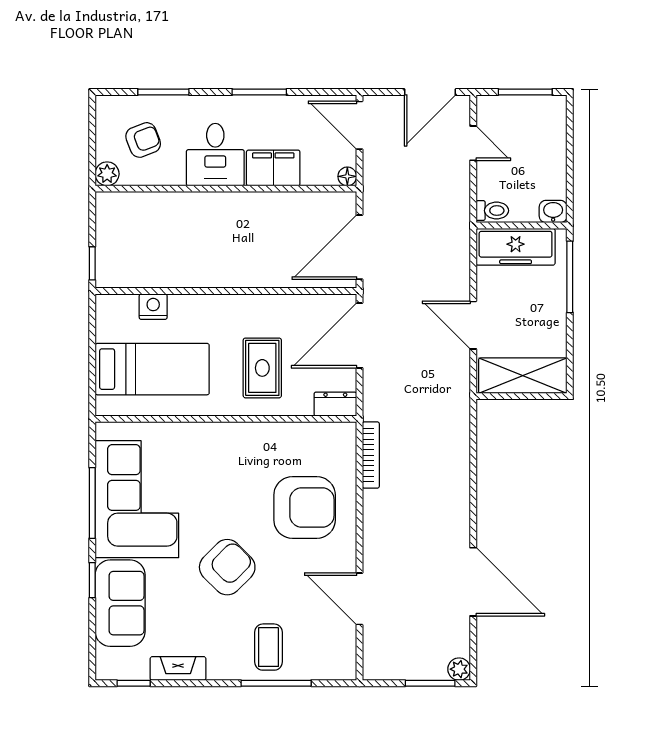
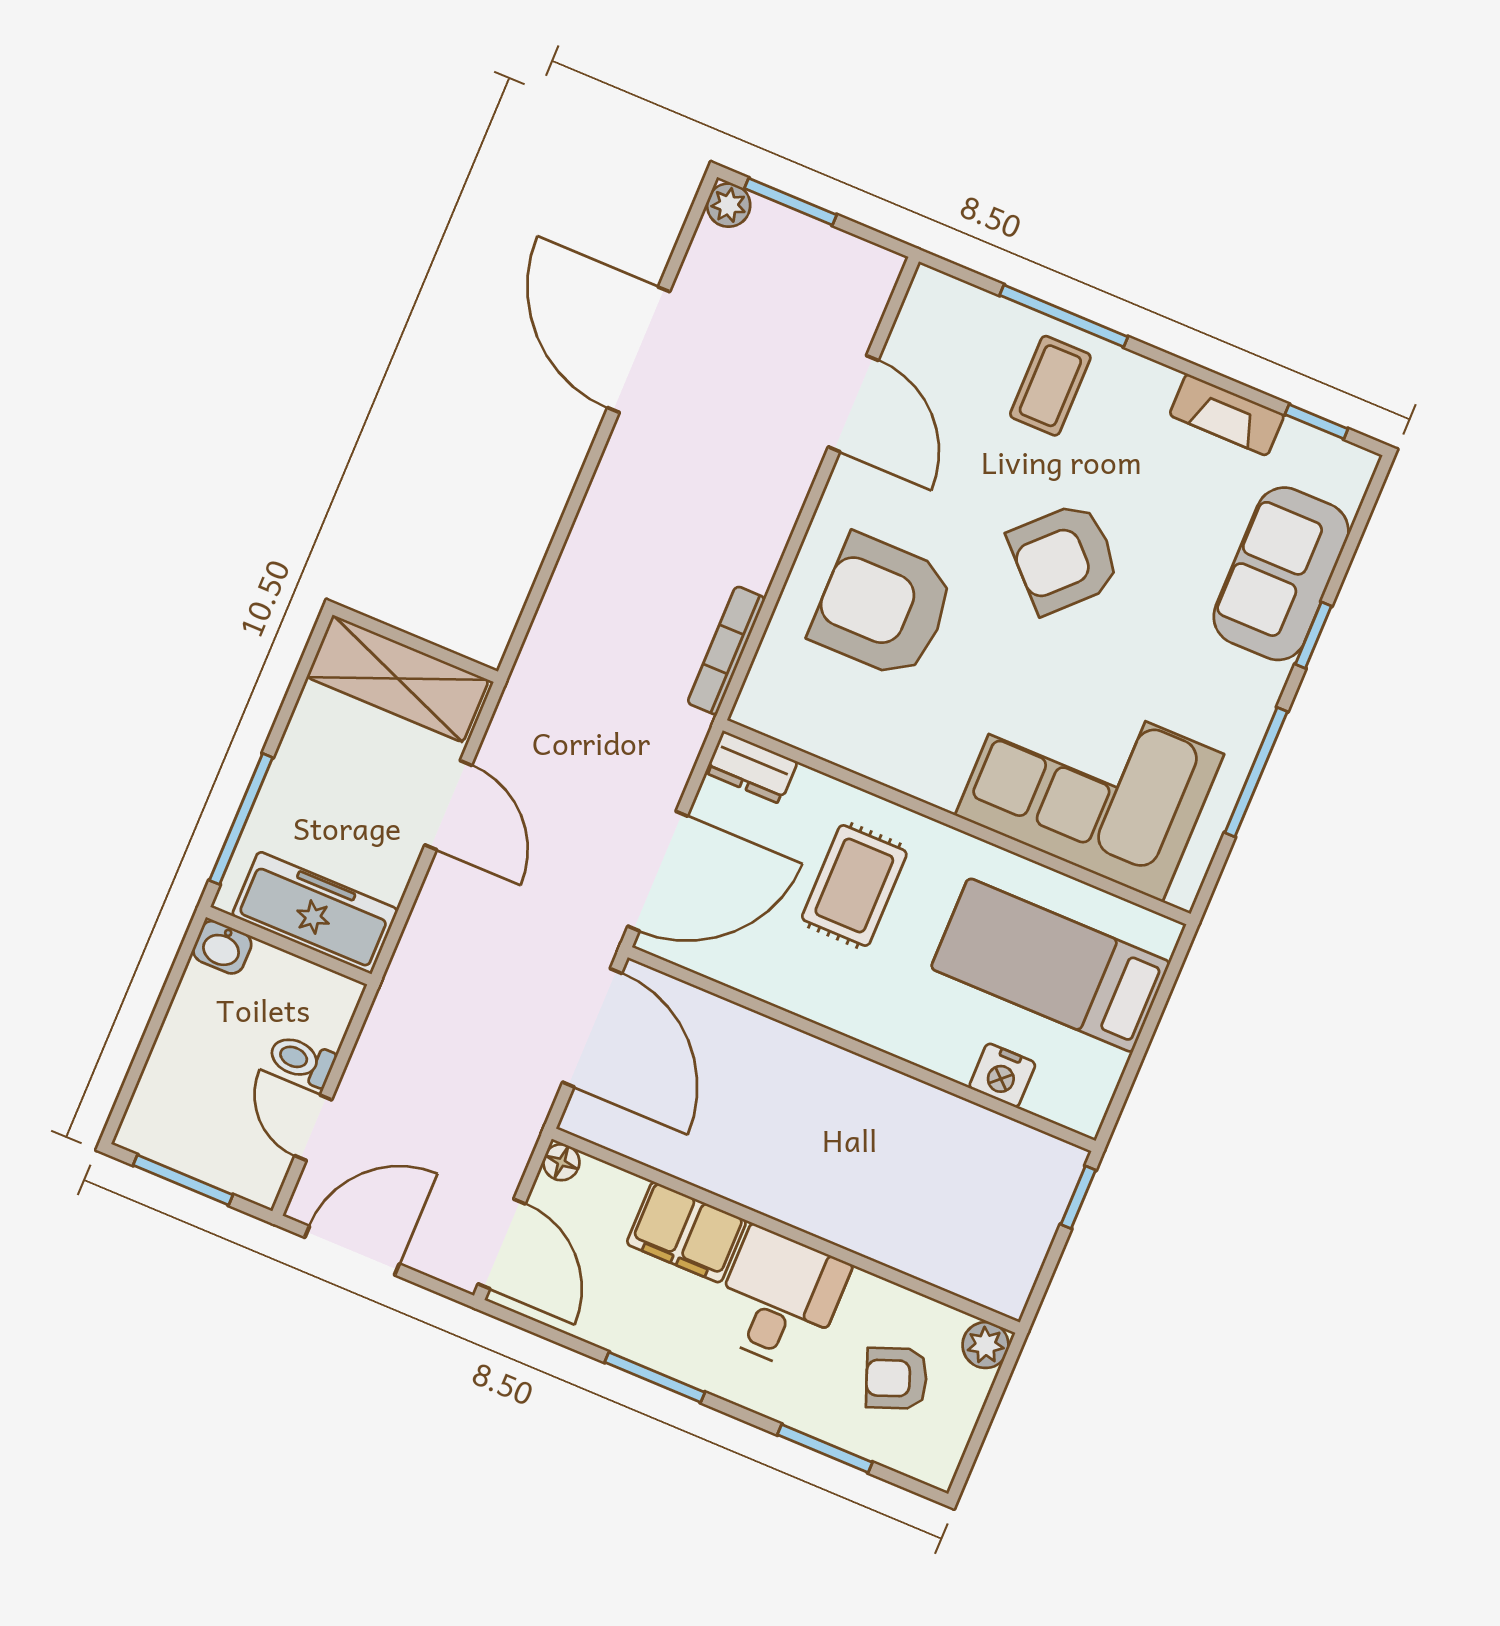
toilet: (492, 211) -> (302, 1060), moved
door: (359, 247) -> (592, 1028), hinge flipped
corner sofa: (137, 499) -> (1089, 785), moved, turned 90

